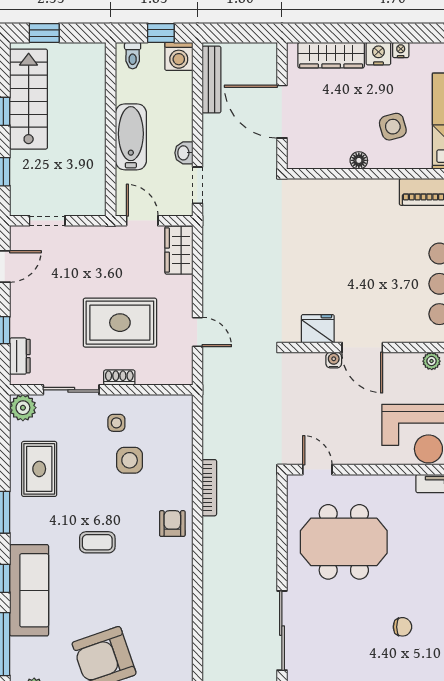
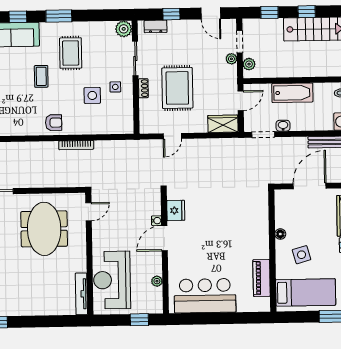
plant: (83, 206) -> (249, 64), added
plant: (74, 234) -> (231, 59), added
rug: (39, 469) -> (71, 53), moved, turned 90

